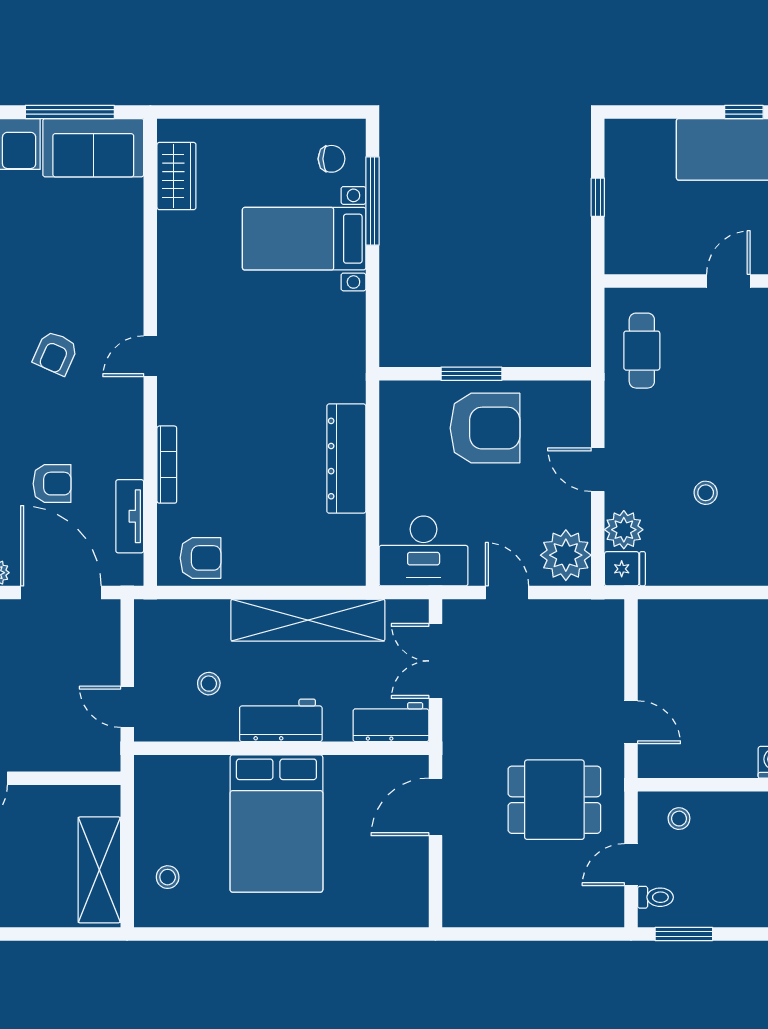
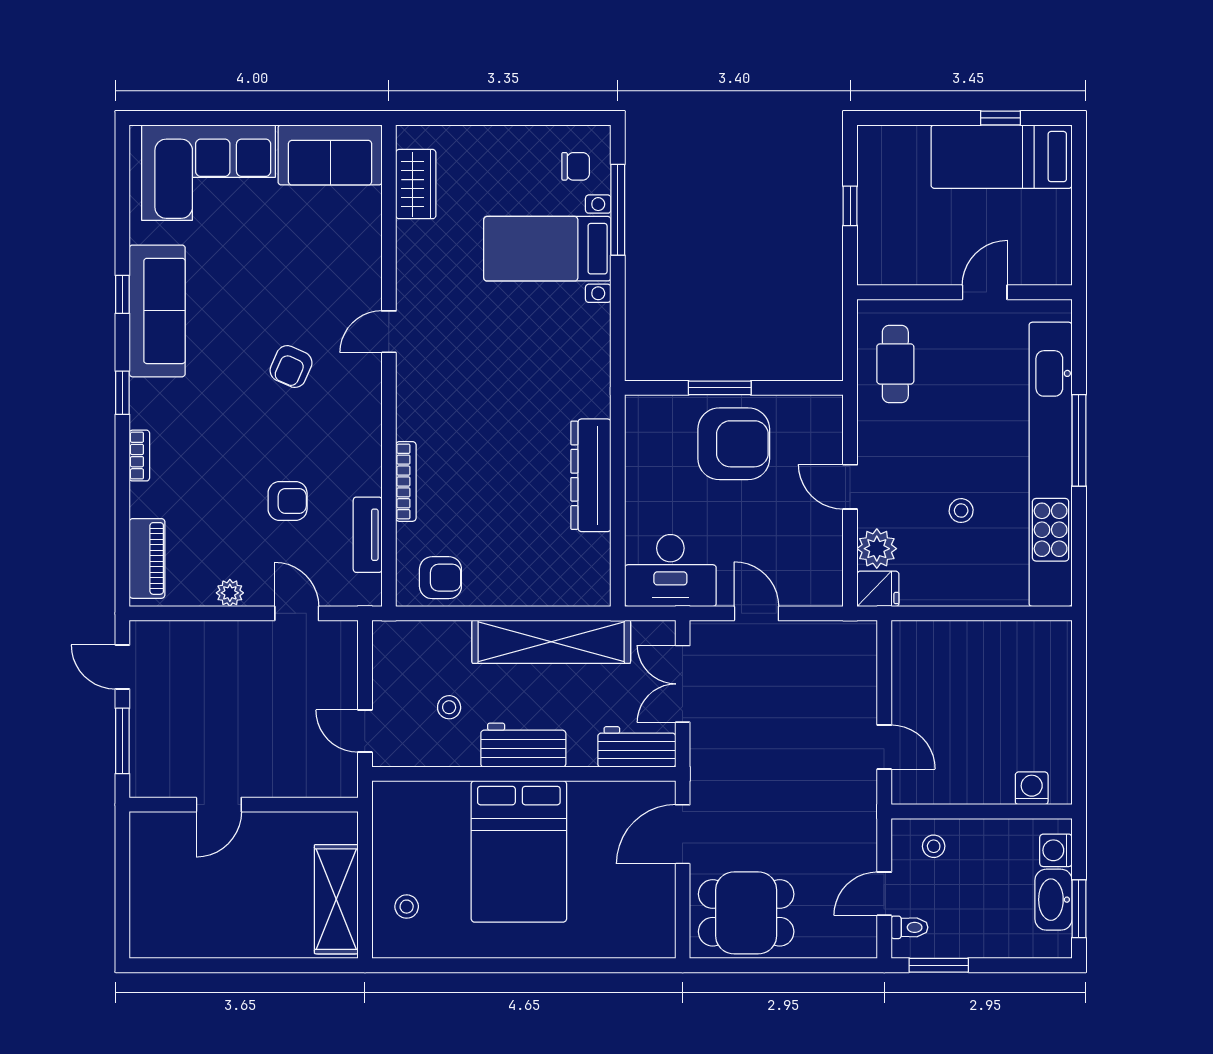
window: (70, 112) -> (306, 118), removed
door: (150, 356) -> (389, 332), moved
plant: (566, 555) -> (817, 575), removed
door: (61, 593) -> (297, 613), width x0.53
dining table: (554, 800) -> (746, 913), moved

